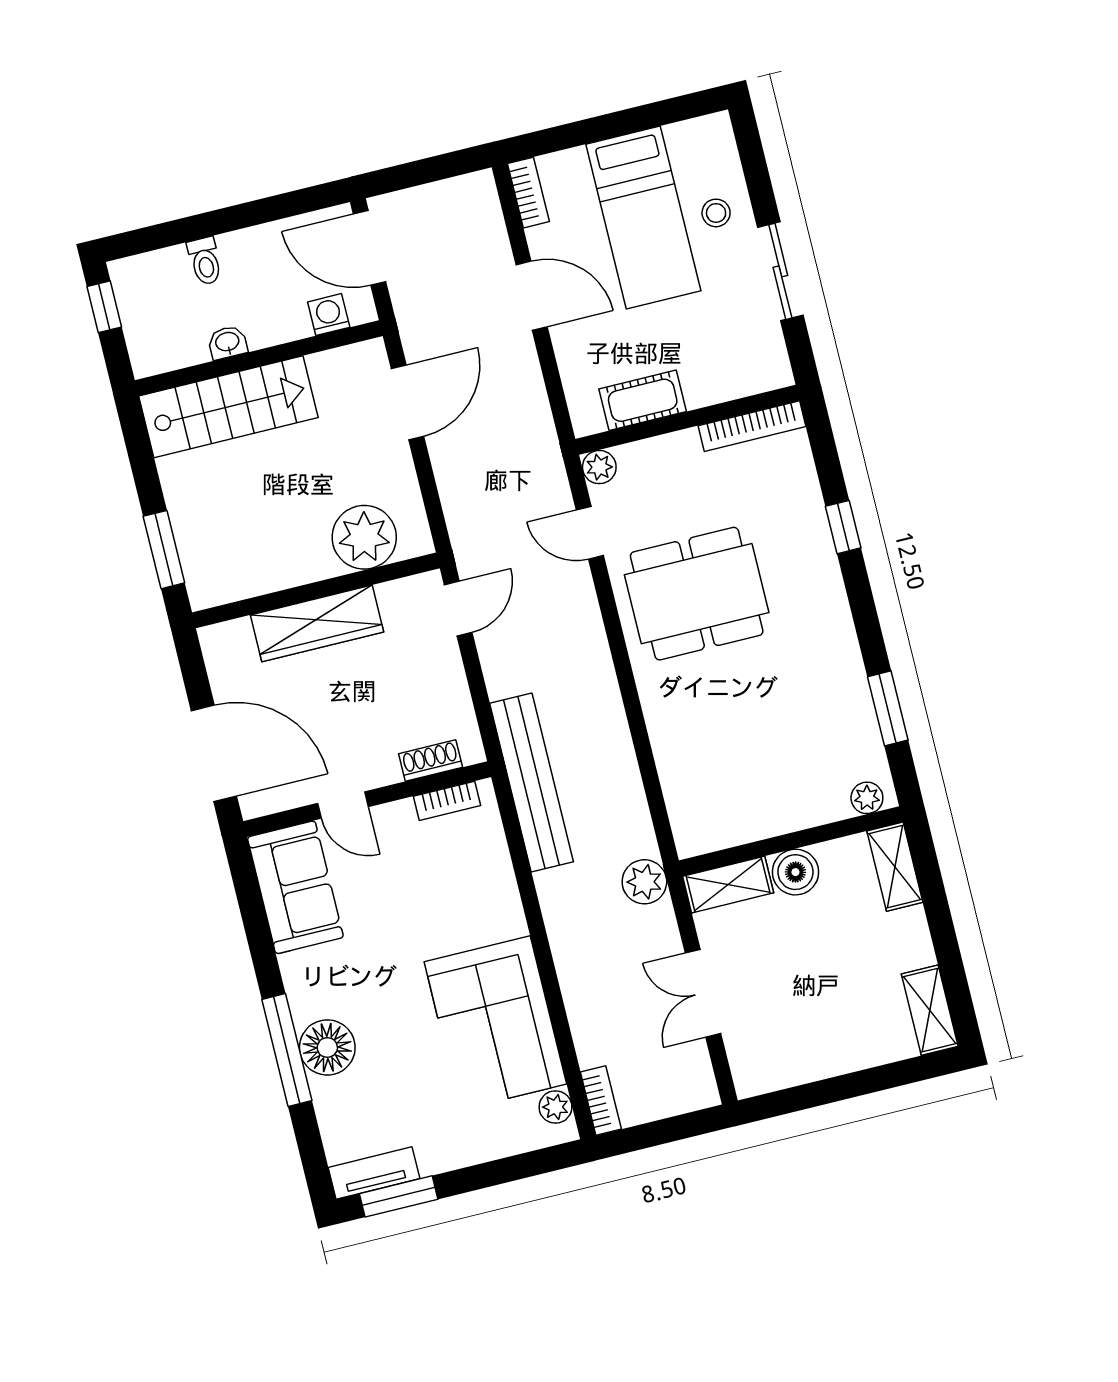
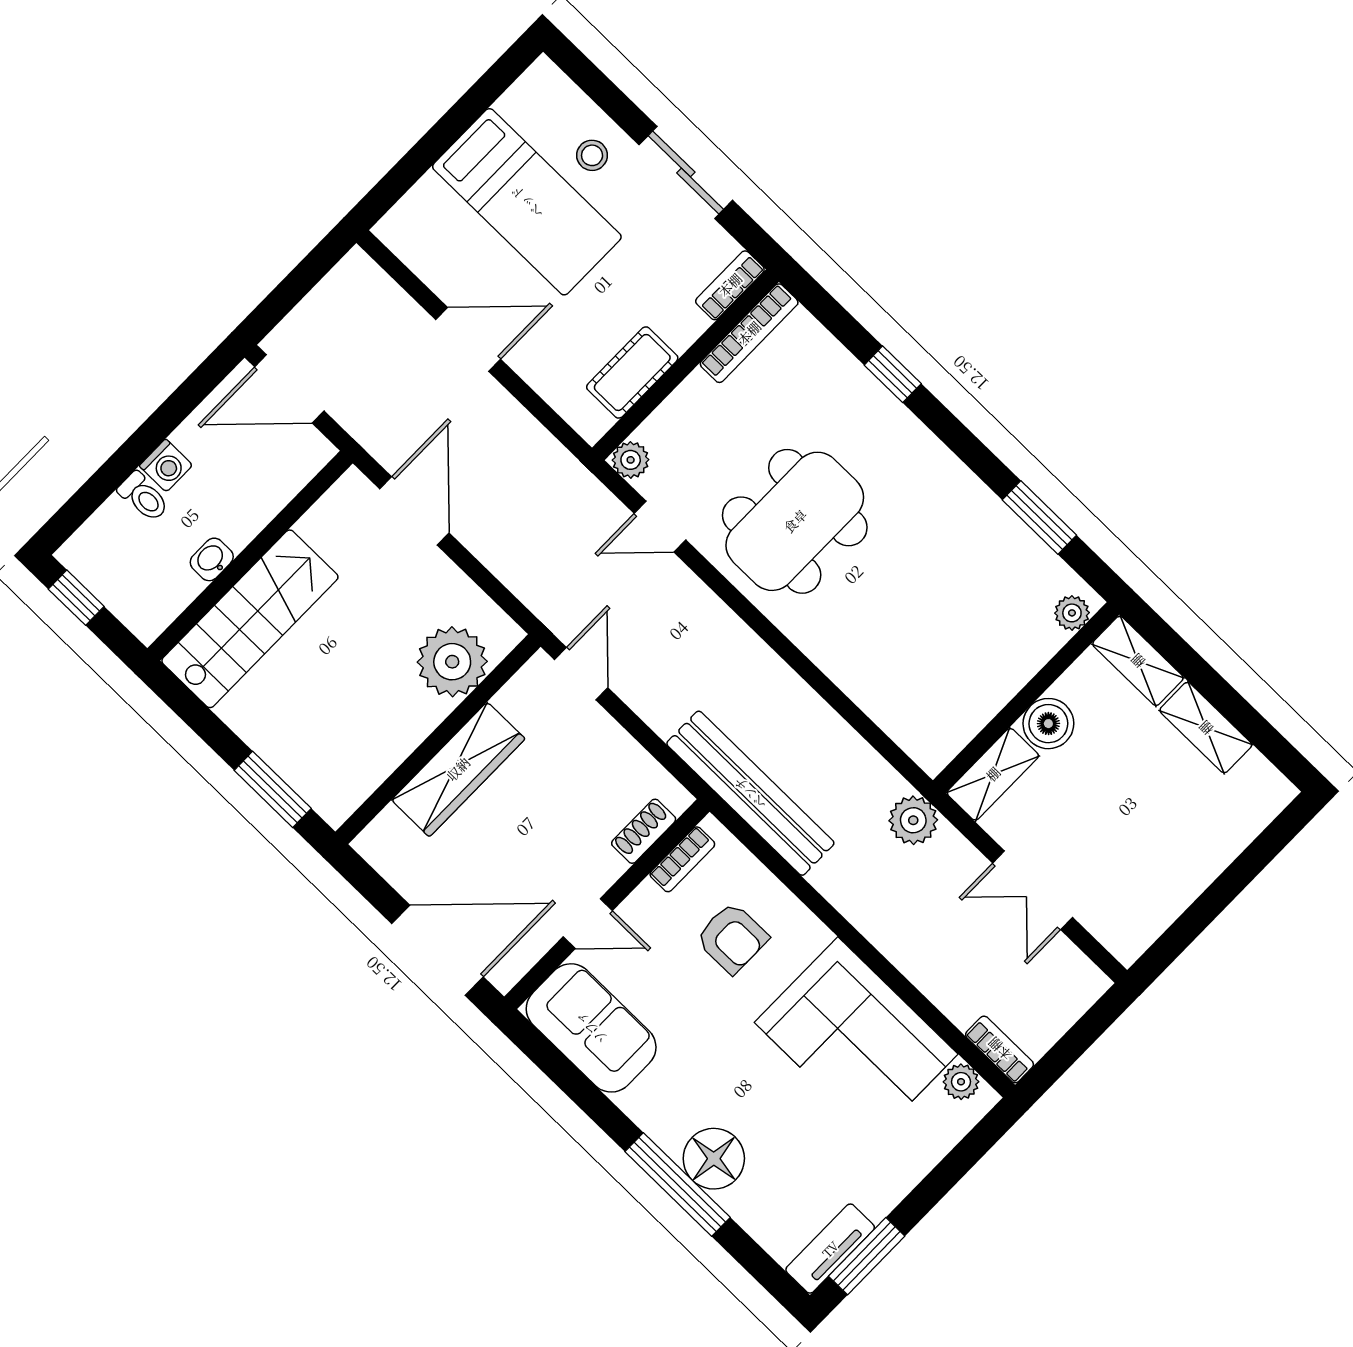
bookcase: (528, 193) -> (730, 285), moved, turned -90
washing machine: (329, 315) -> (166, 466), moved, turned 180
armchair: (448, 886) -> (732, 938), added
shelving: (930, 1010) -> (1206, 728), moved

